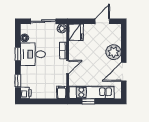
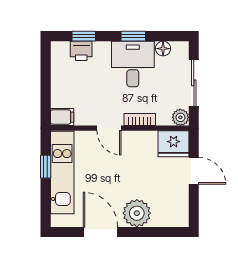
door: (102, 21) -> (194, 171), moved
printer: (26, 93) -> (81, 51), moved

